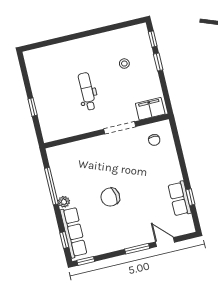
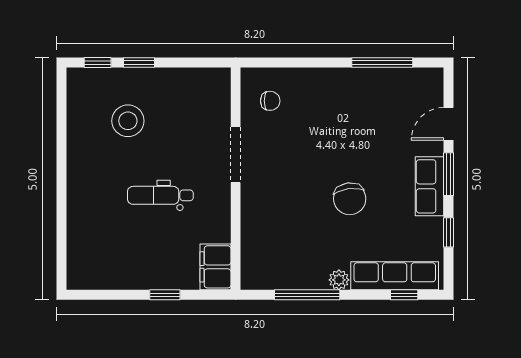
stool: (124, 64) -> (128, 121), width x1.89, depth x1.89
filing cabinet: (150, 109) -> (215, 267), moved
window: (190, 197) -> (382, 62), width x2.17
row of seats: (180, 199) -> (429, 186), moved, turned 90
window: (86, 261) -> (448, 232), moved

